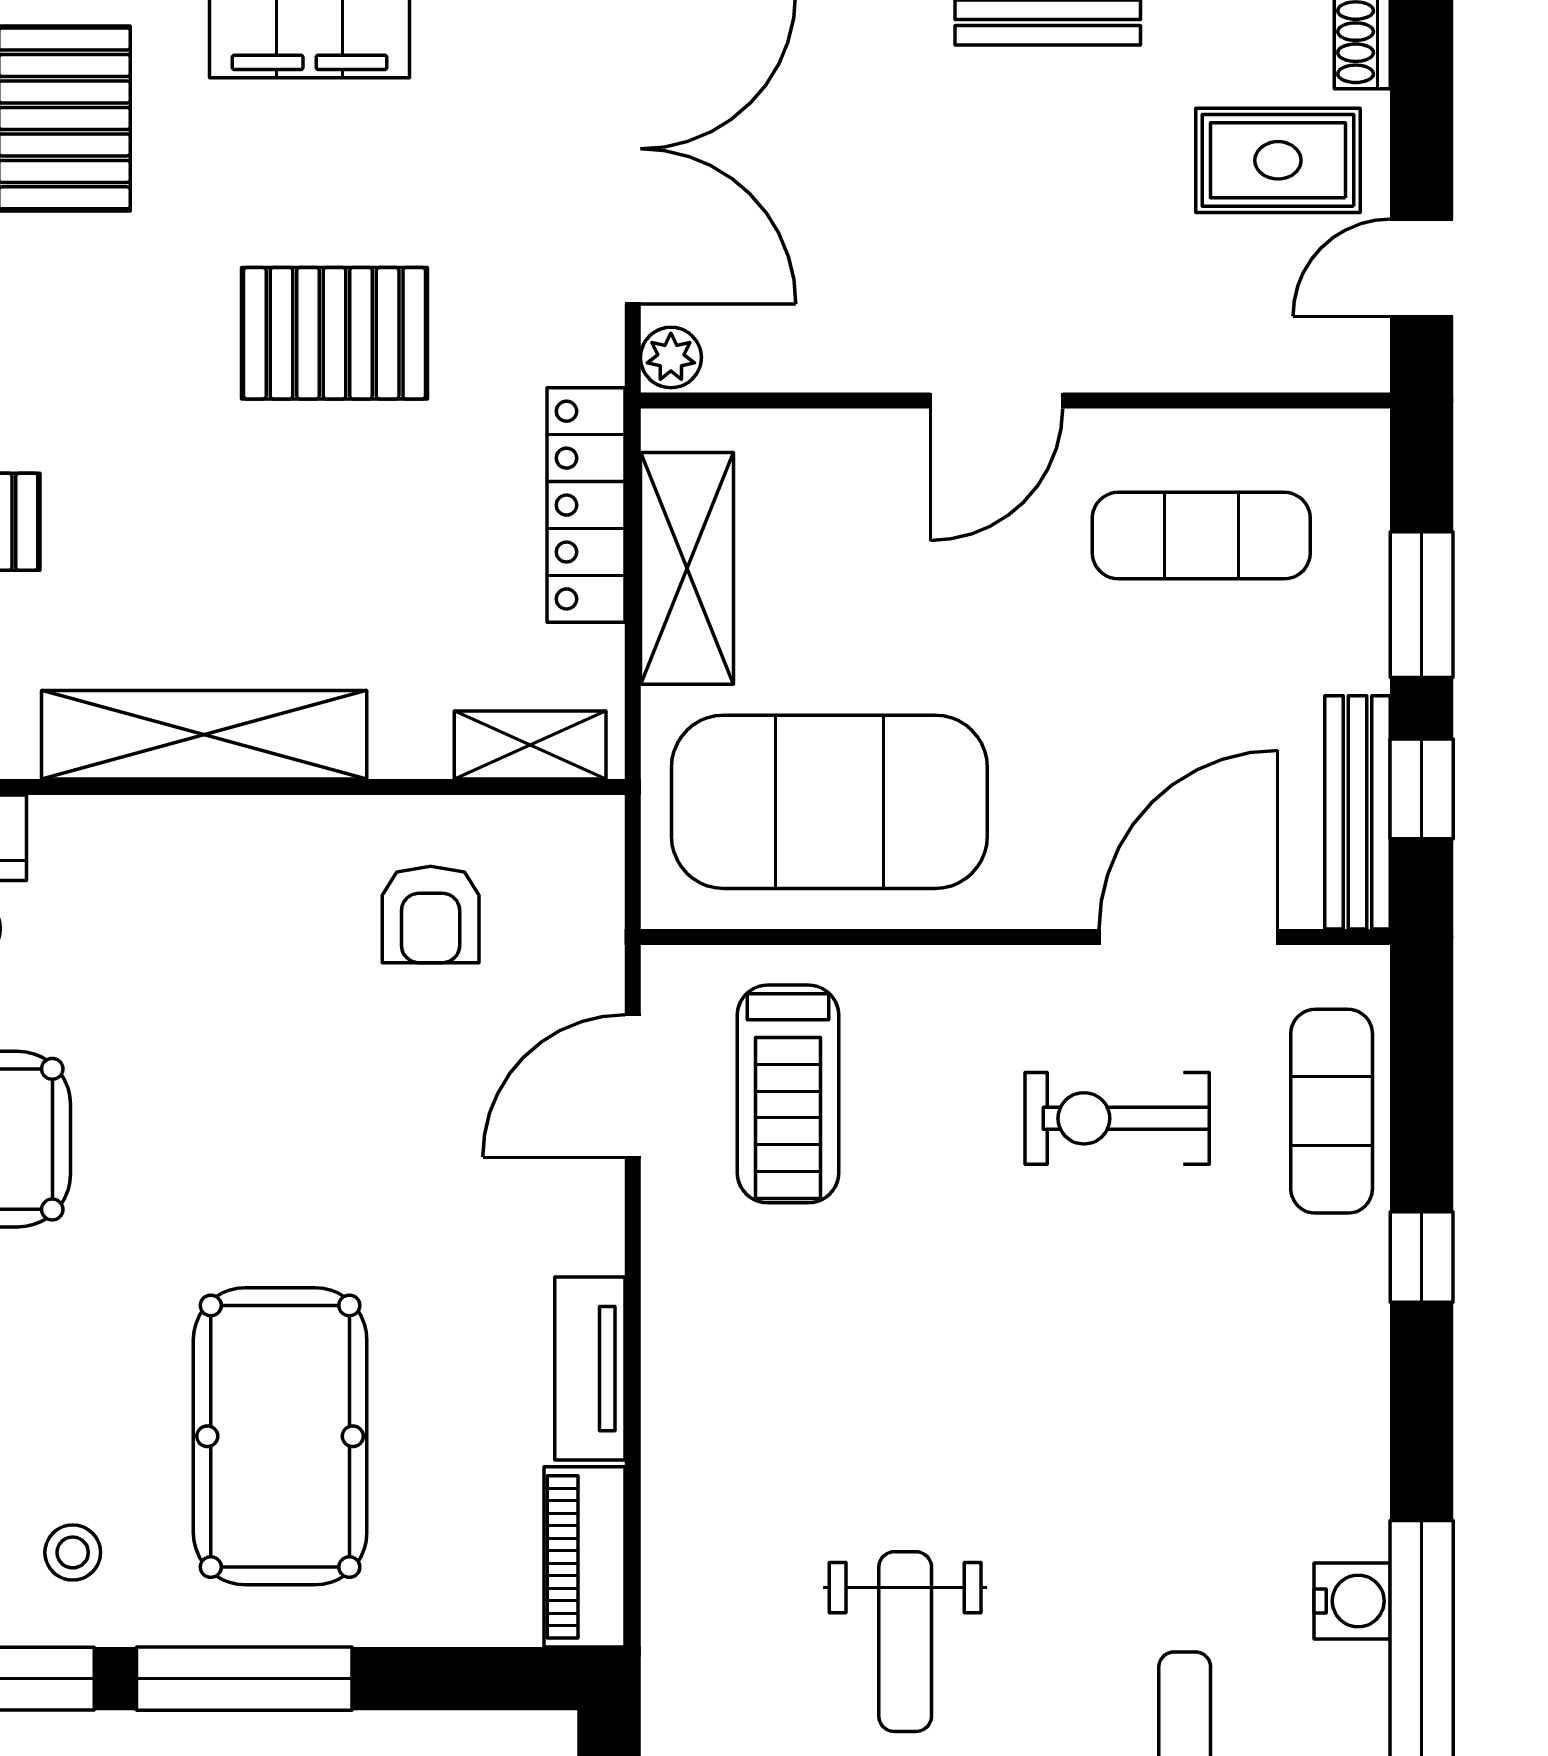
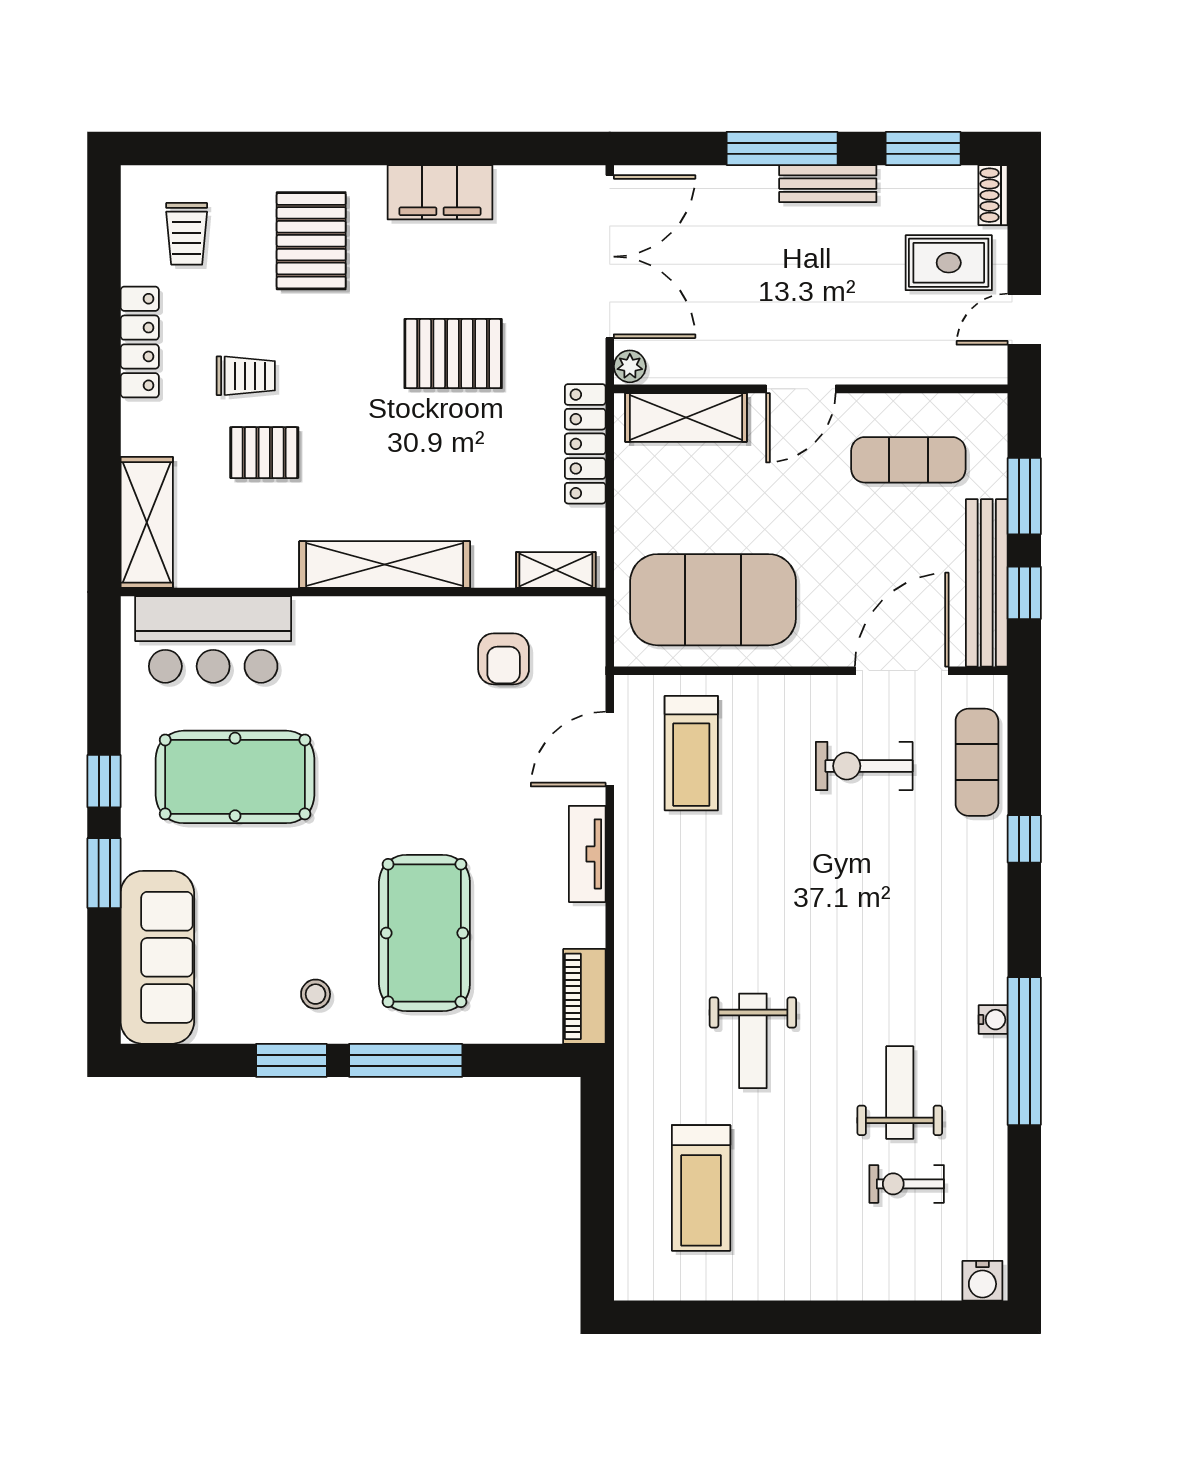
shelving: (687, 568) -> (686, 417), moved, turned 90
bench: (1357, 812) -> (987, 583), width x1.37, depth x1.21
tv unit: (590, 1369) -> (587, 854), moved
water cooler: (1352, 1601) -> (993, 1020), width x0.72, depth x0.72

